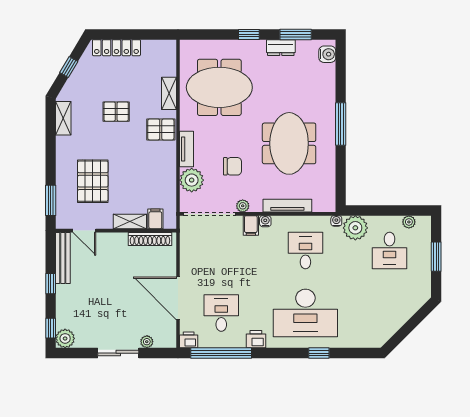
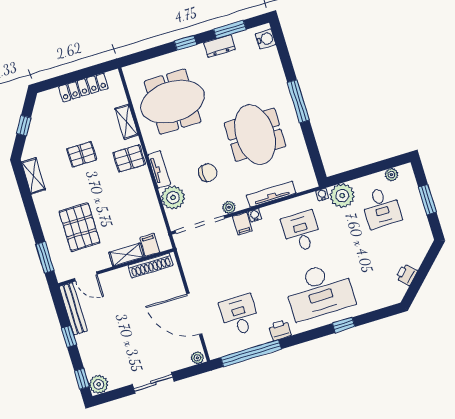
locker: (116, 48) -> (83, 87), moved
printer: (189, 340) -> (407, 275), moved, turned -45
plant: (147, 342) -> (197, 358), moved

